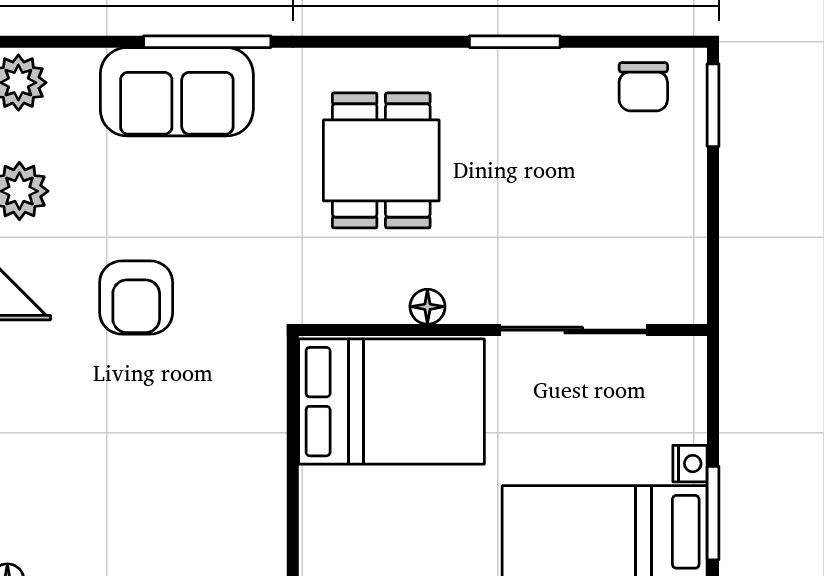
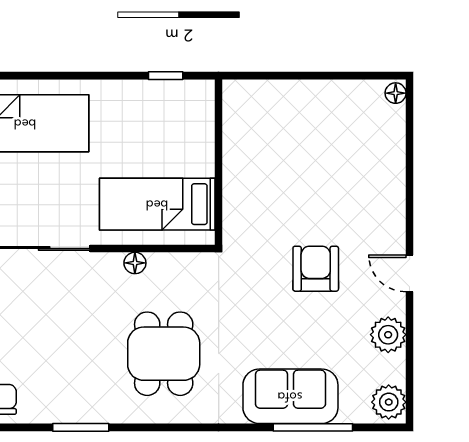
window: (207, 42) -> (313, 427), moved
bed: (391, 402) -> (157, 204), width x0.67

